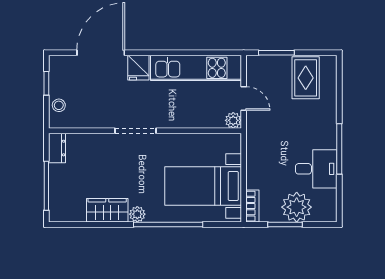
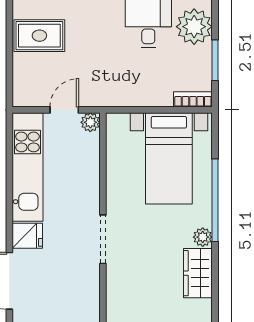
window: (276, 53) -> (9, 71), removed
plant: (297, 207) -> (194, 27), moved

